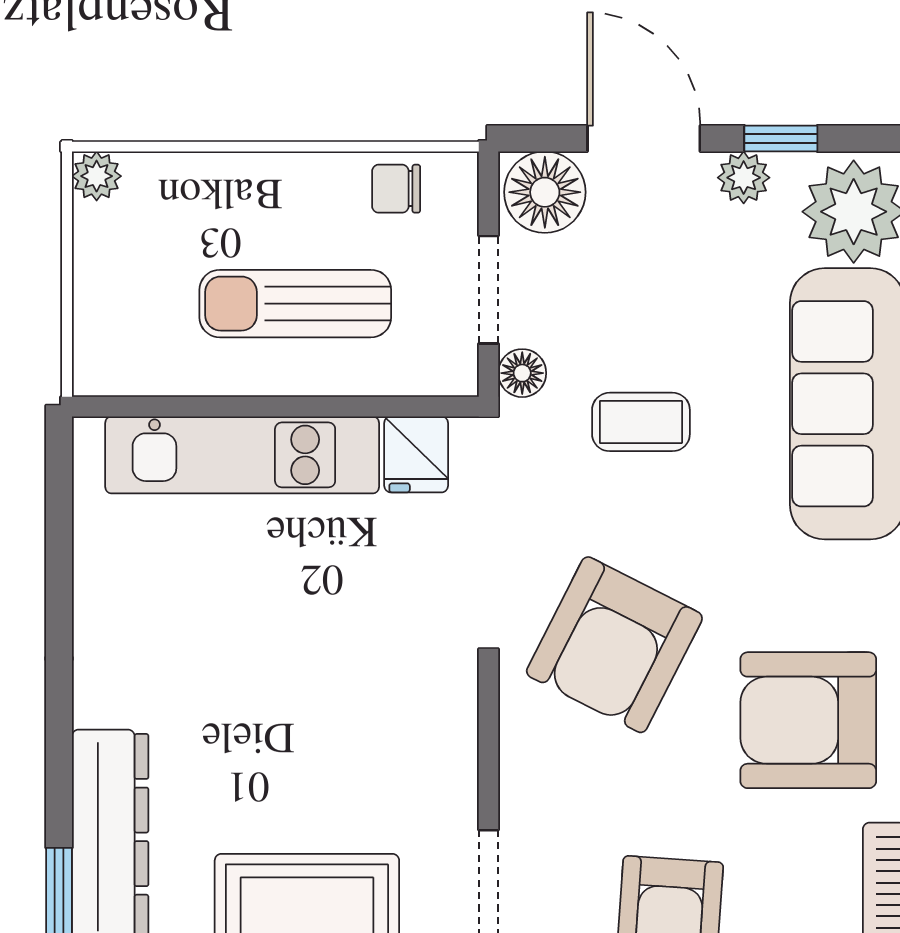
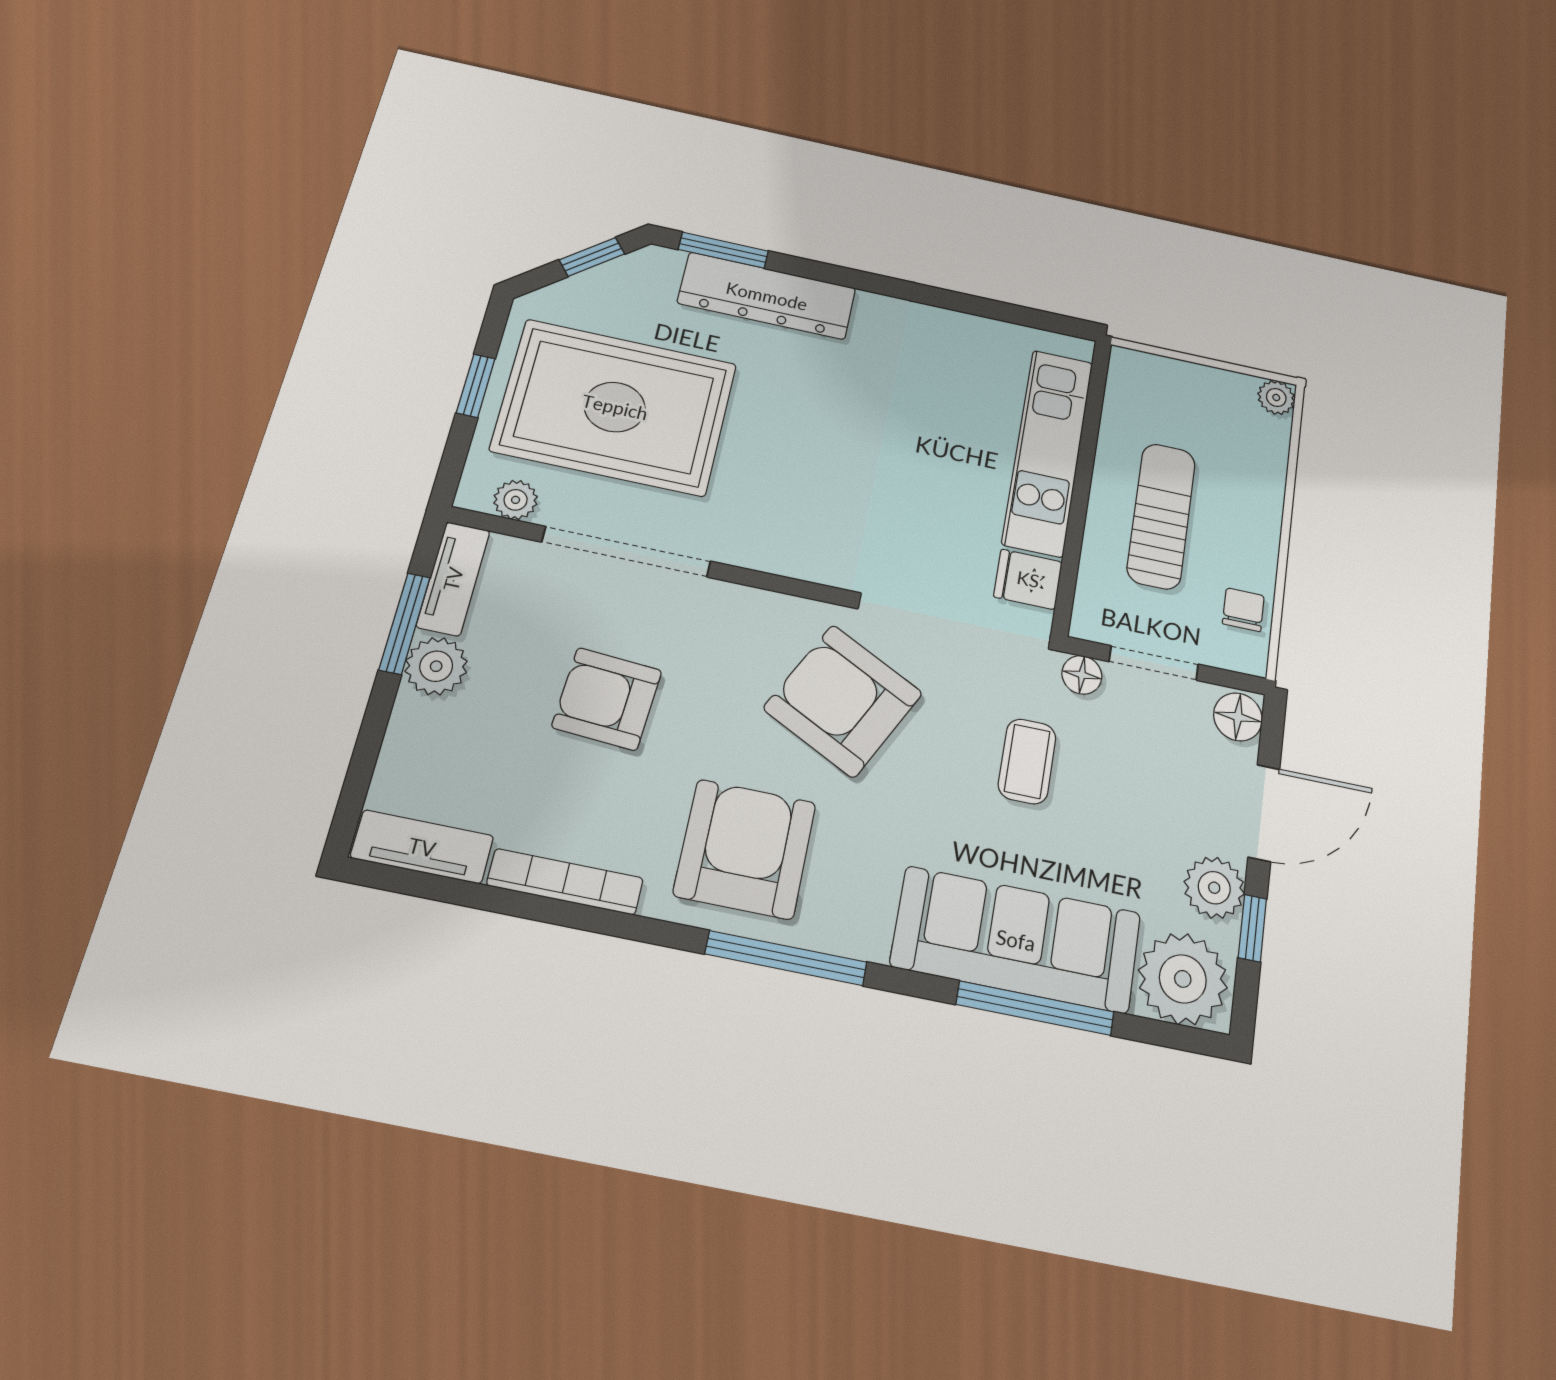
plant: (744, 178) -> (1214, 888), width x1.38, depth x1.38
floor lamp: (545, 192) -> (1238, 717), width x0.73, depth x0.73

